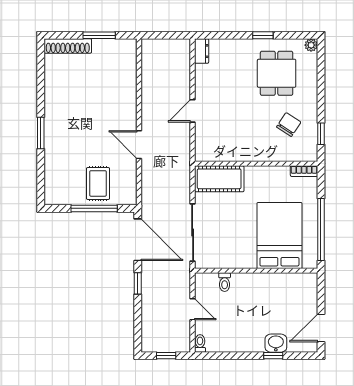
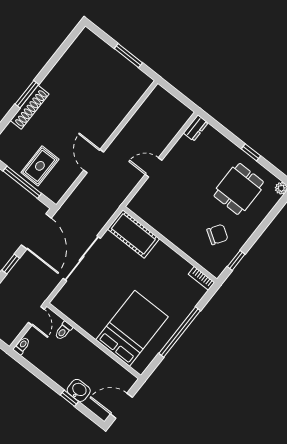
shoe rack: (68, 46) -> (30, 107), moved, turned -90
bed: (279, 236) -> (132, 328), moved
wall: (256, 271) -> (94, 341), moved
toilet: (225, 282) -> (64, 331), moved

